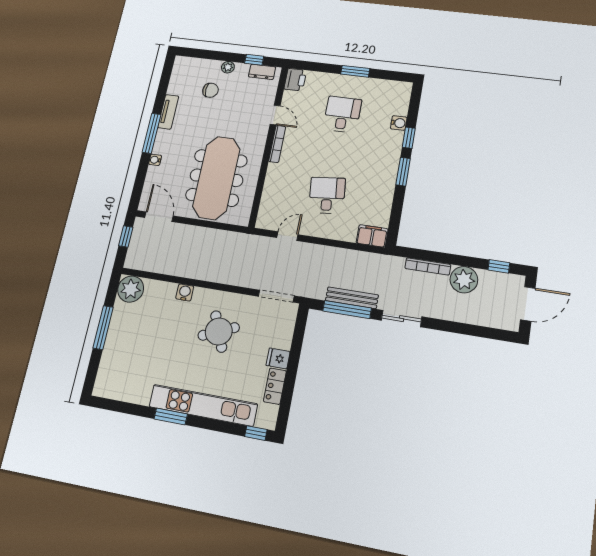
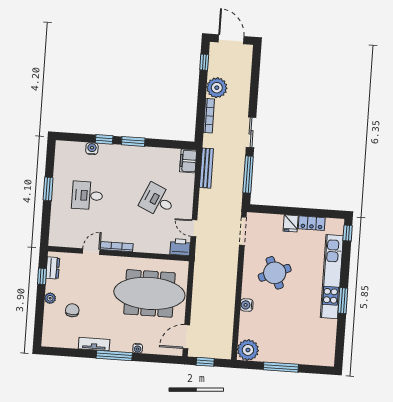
printer: (295, 80) -> (180, 247), moved
desk: (327, 195) -> (158, 200), turned 30
bench: (352, 298) -> (206, 168), moved

